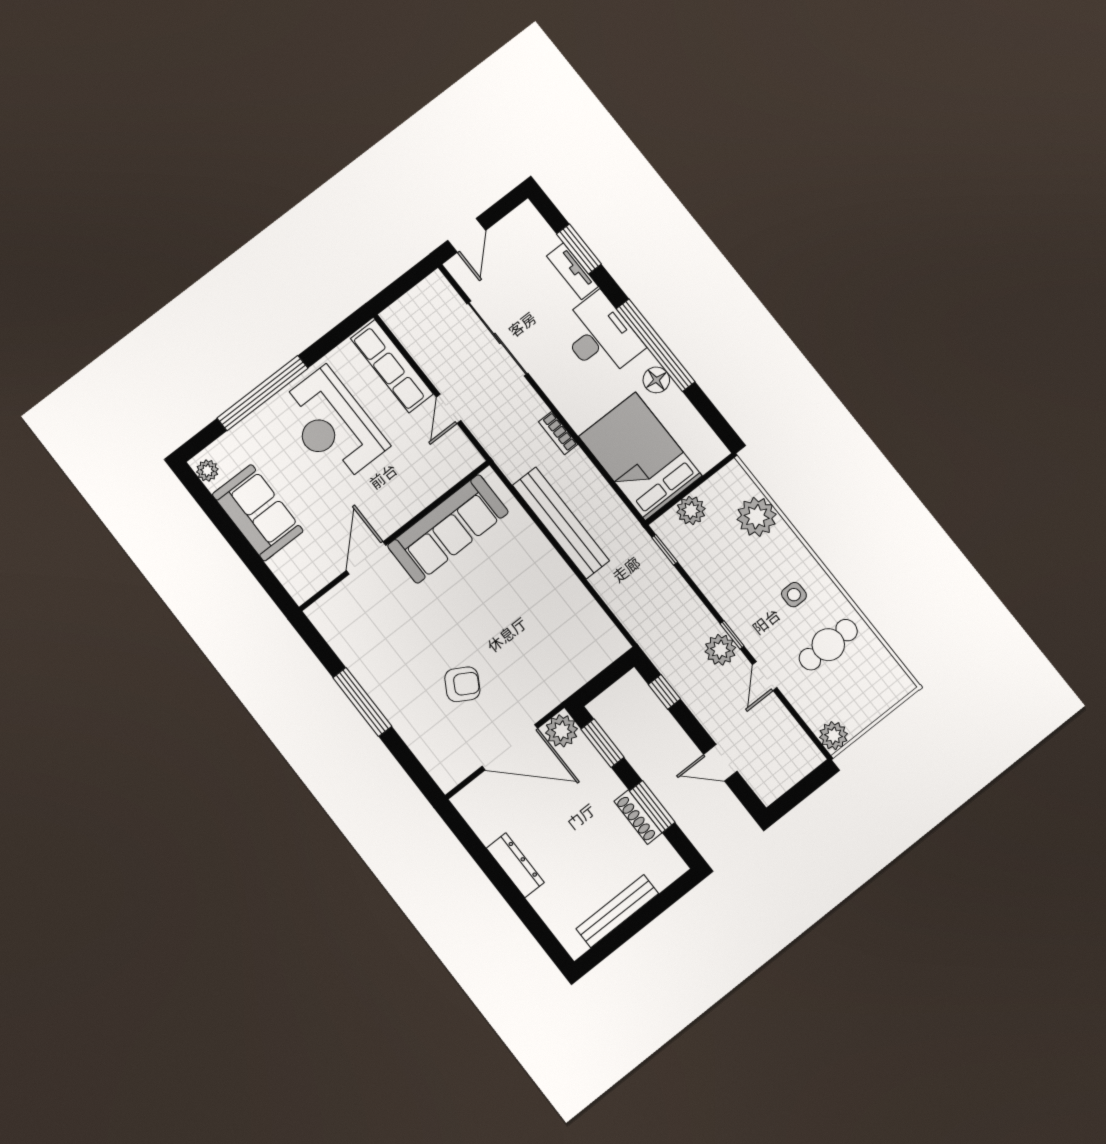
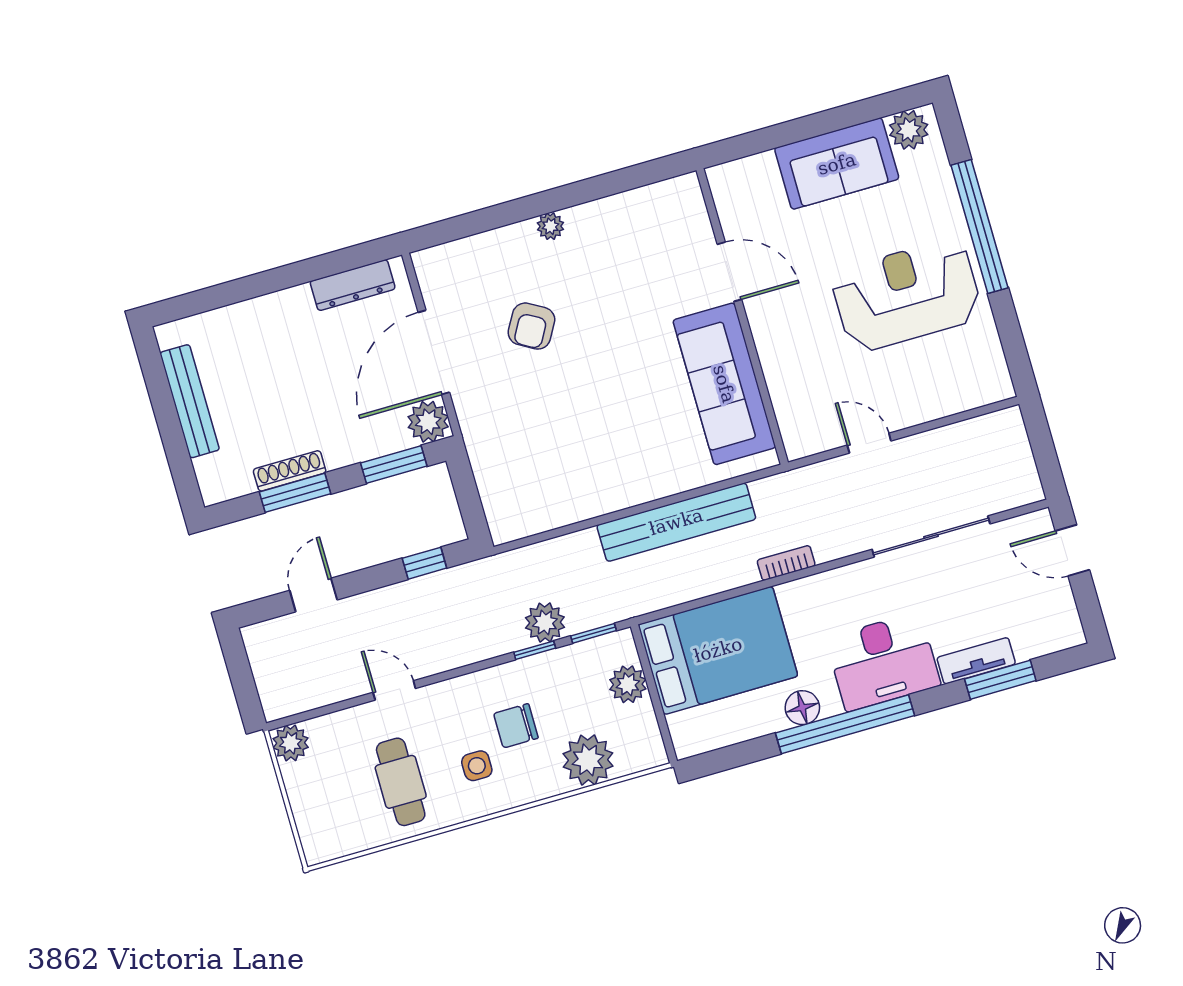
row of seats: (392, 366) -> (949, 396), removed
plant: (207, 471) -> (909, 130), width x1.38, depth x1.38
chair: (754, 578) -> (516, 726), added
window: (732, 635) -> (535, 650), moved
plant: (720, 650) -> (545, 623), moved
plant: (385, 700) -> (550, 226), added
window: (362, 702) -> (559, 198), removed
dresser: (515, 865) -> (353, 285), moved

